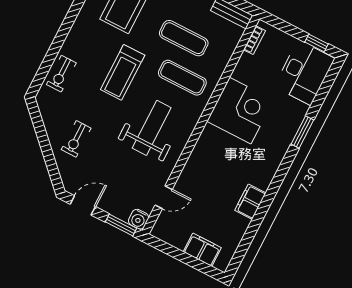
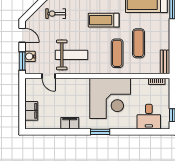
desk: (304, 73) -> (149, 117), width x0.73
corner desk: (240, 111) -> (110, 98), width x1.36, depth x1.36
weight bench: (152, 128) -> (71, 55), moved
window: (302, 132) -> (100, 132), moved
water cooler: (139, 219) -> (30, 56), moved

